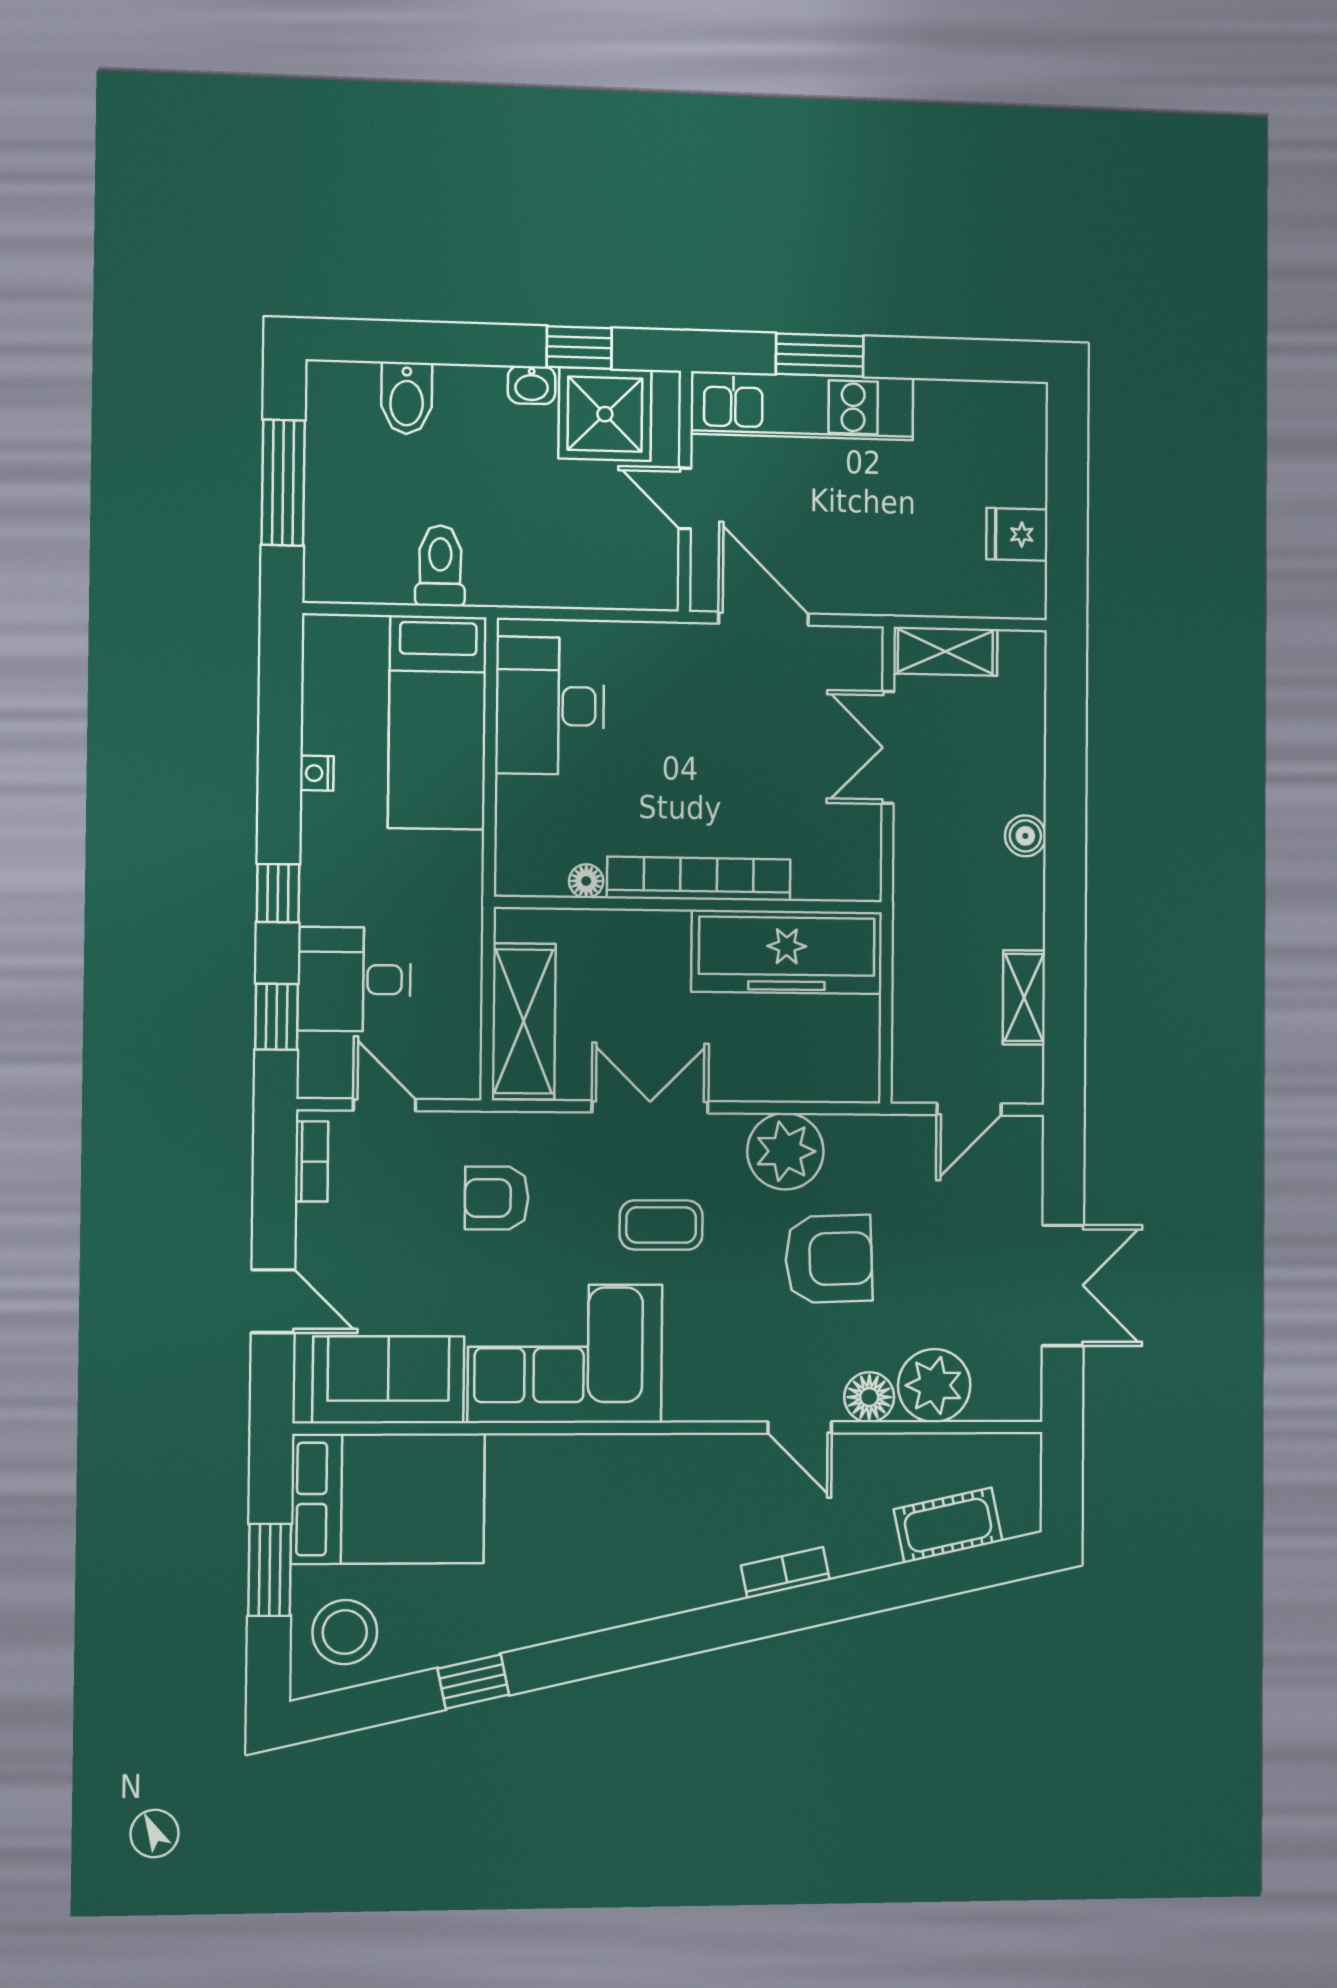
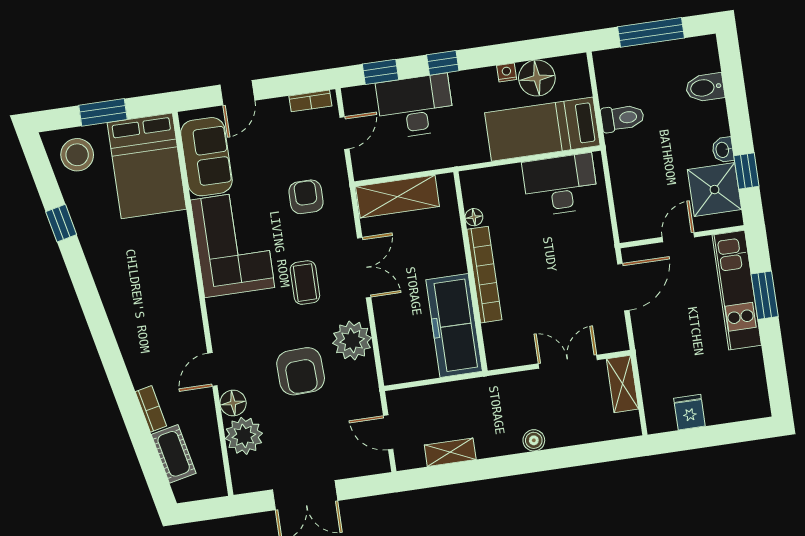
floor lamp: (337, 717) -> (537, 78), added
desk: (354, 979) -> (415, 106), width x1.37
bookcase: (785, 1573) -> (151, 409), moved

